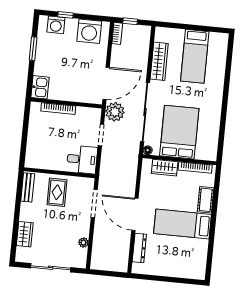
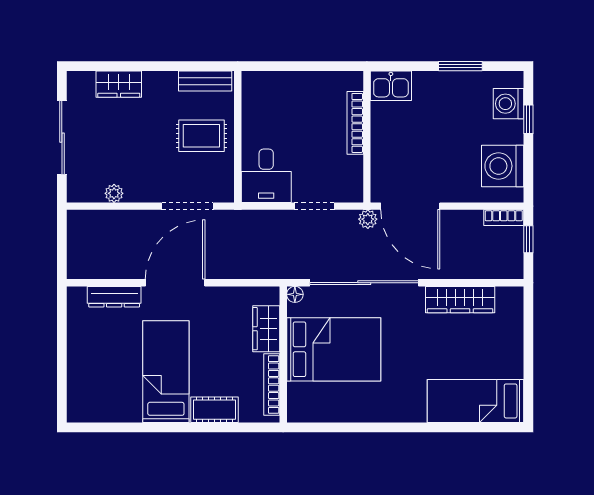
bed: (195, 56) -> (475, 401), moved
plant: (115, 112) -> (368, 219), width x0.53, depth x0.53

